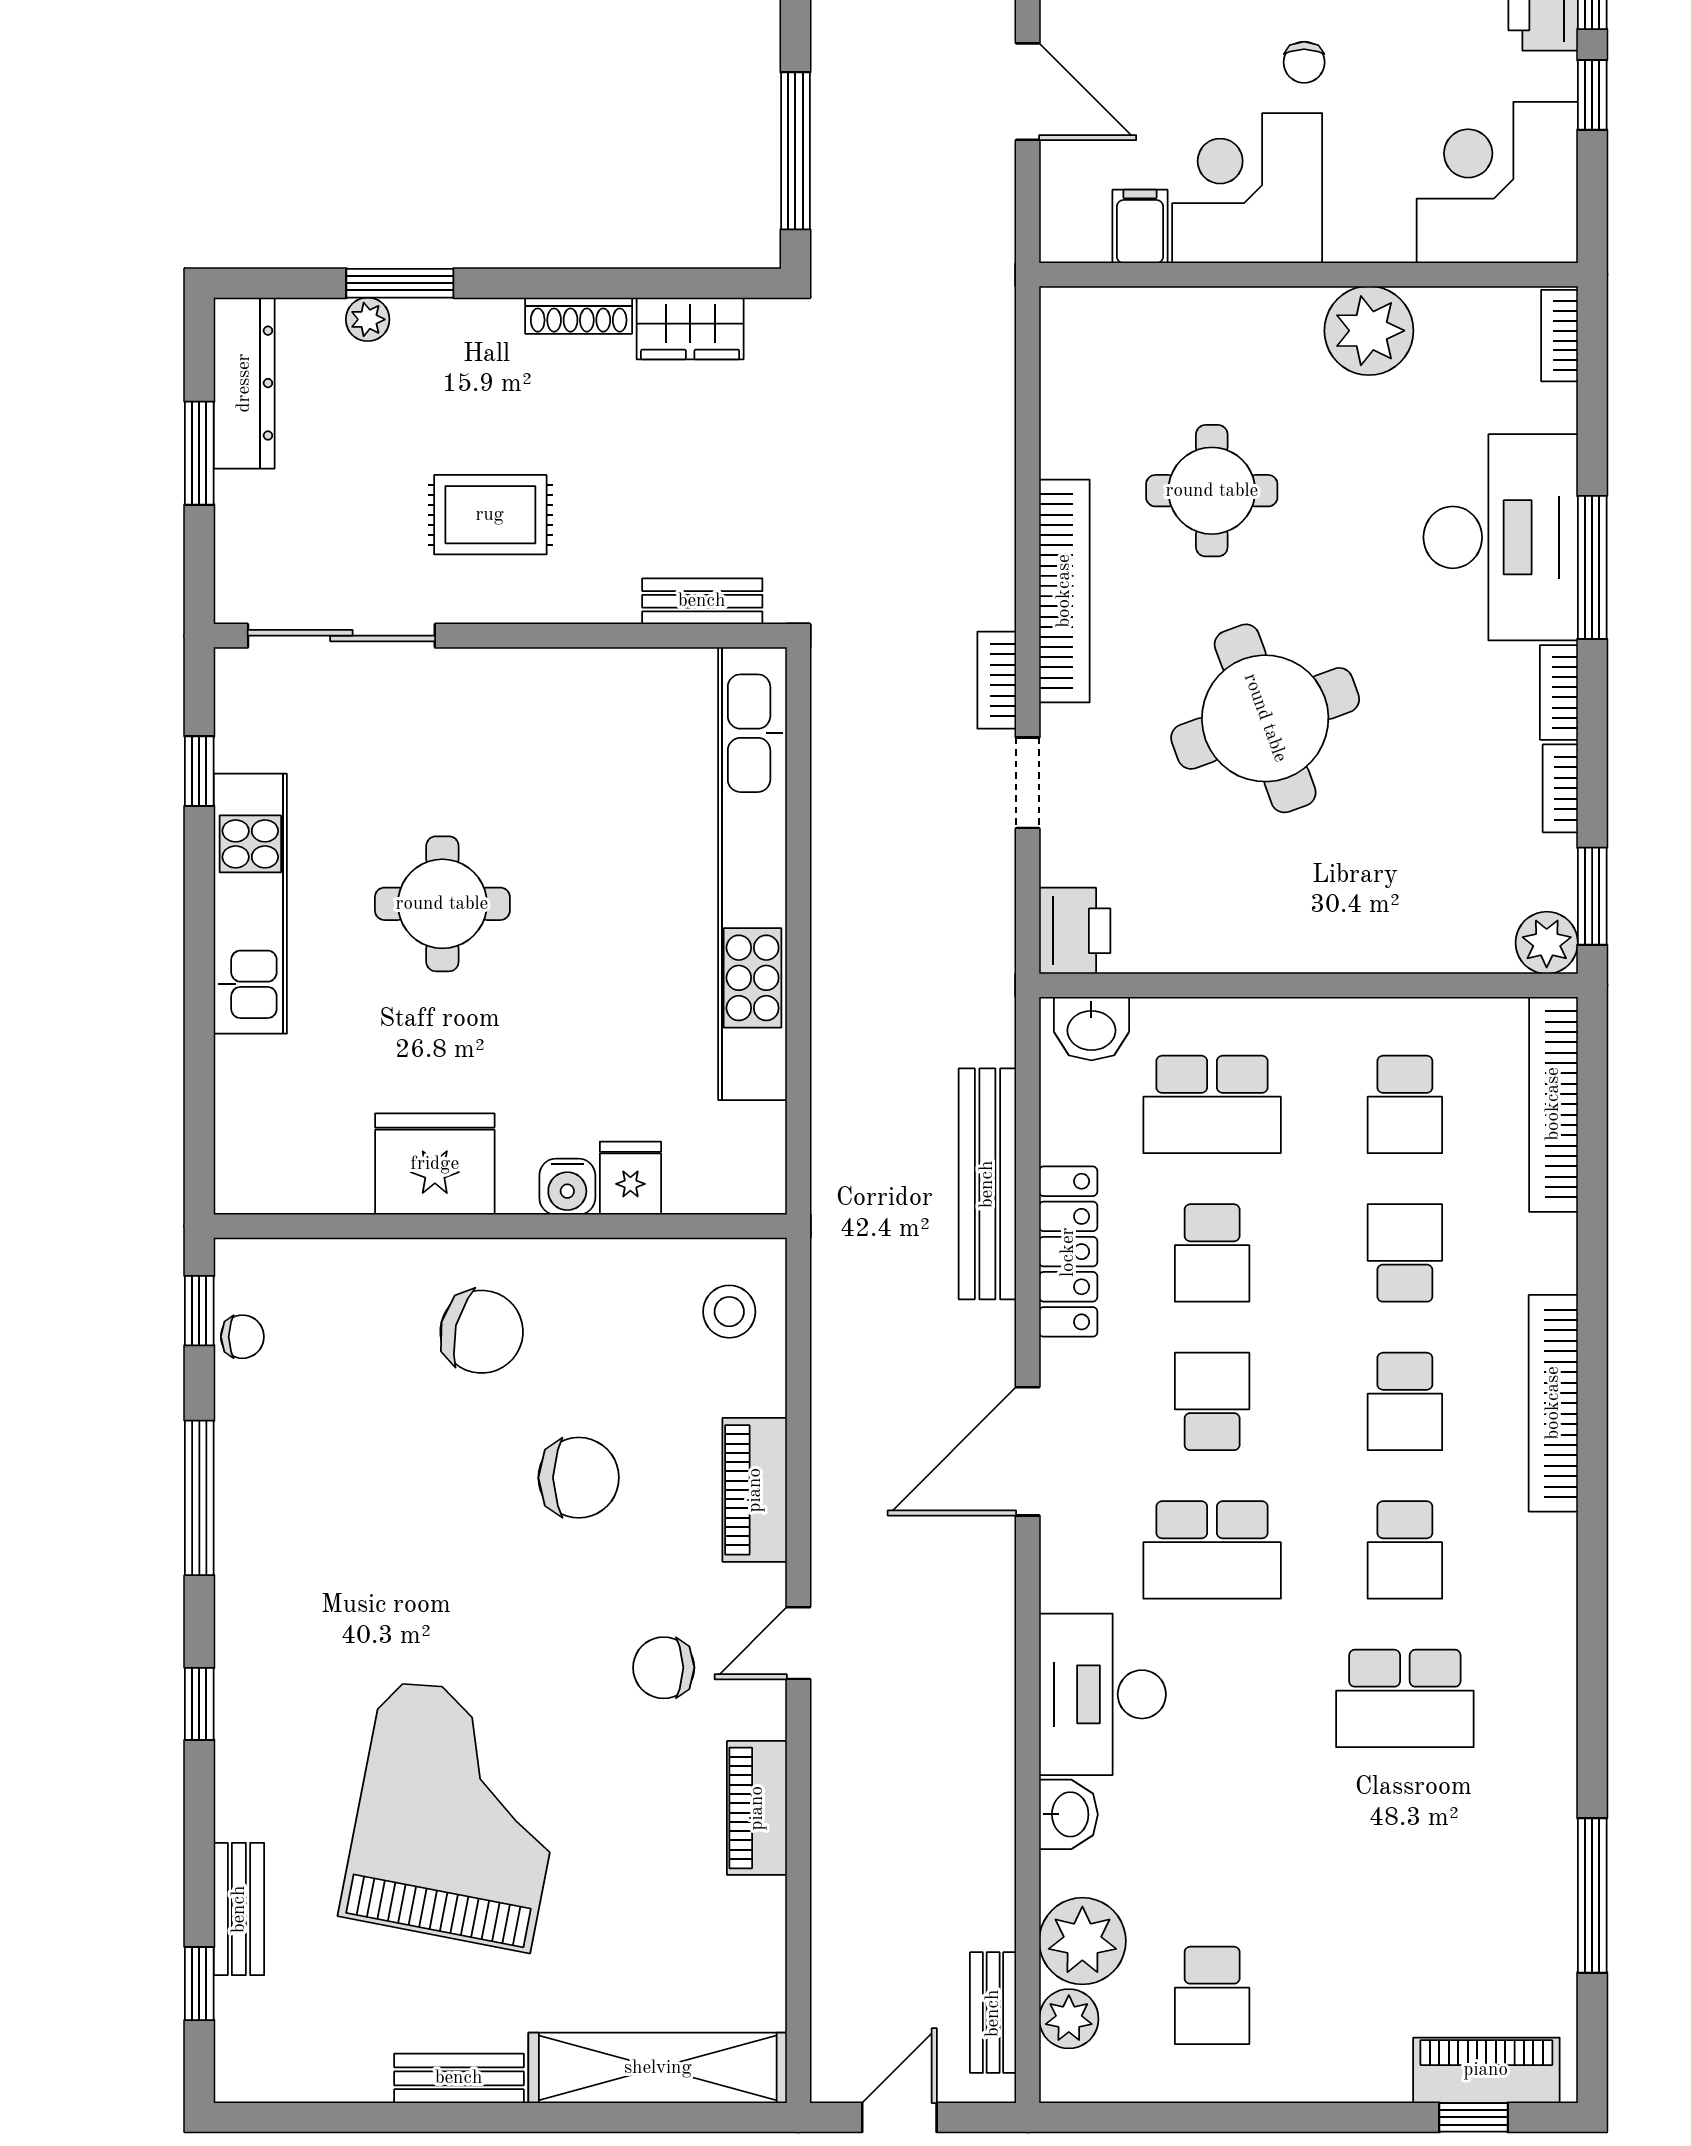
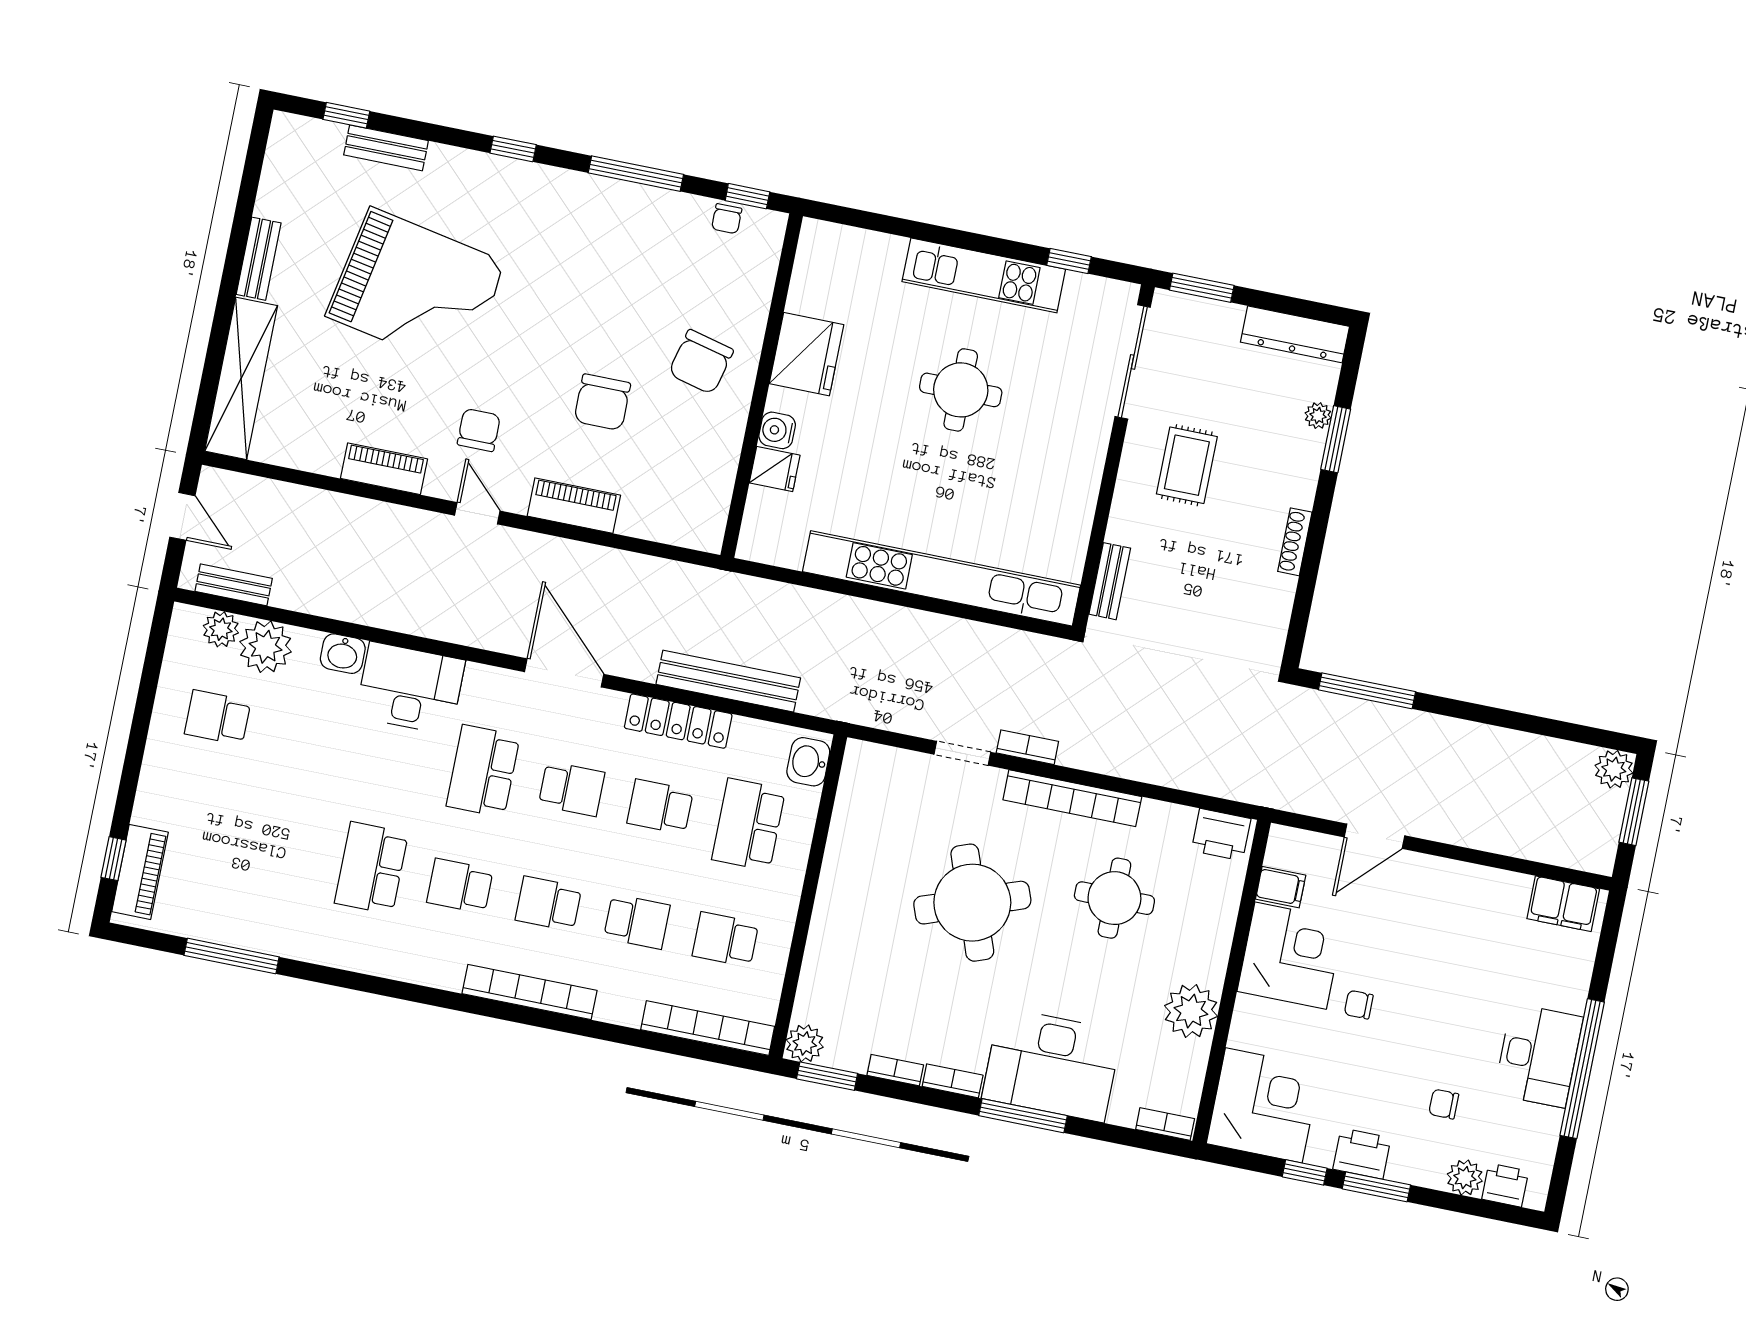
wardrobe: (690, 328) -> (1274, 607), removed
window: (199, 453) -> (1202, 288), moved
printer: (1075, 931) -> (1221, 835), moved
stool: (729, 1312) -> (683, 512), removed

